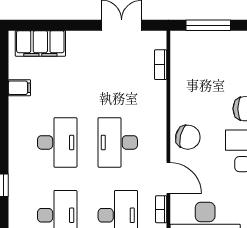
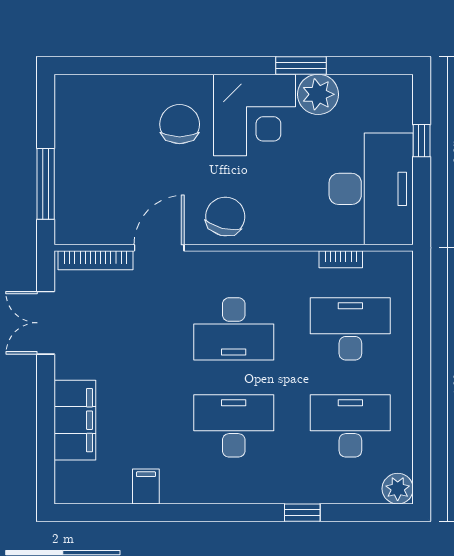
filing cabinet: (40, 43) -> (75, 420), moved
bookcase: (161, 65) -> (95, 260), width x1.56
door: (168, 178) -> (159, 248), moved

